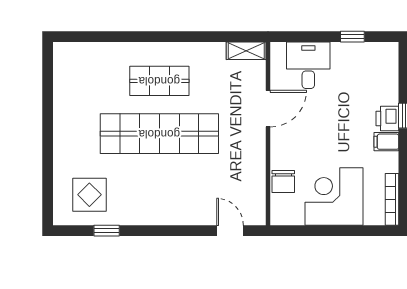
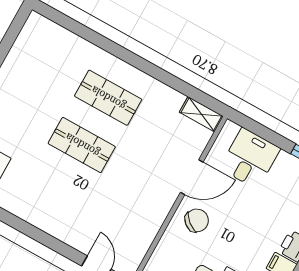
shop shelf: (159, 134) -> (82, 145), width x0.50, depth x0.74
chair: (283, 182) -> (197, 220), moved, turned -141

